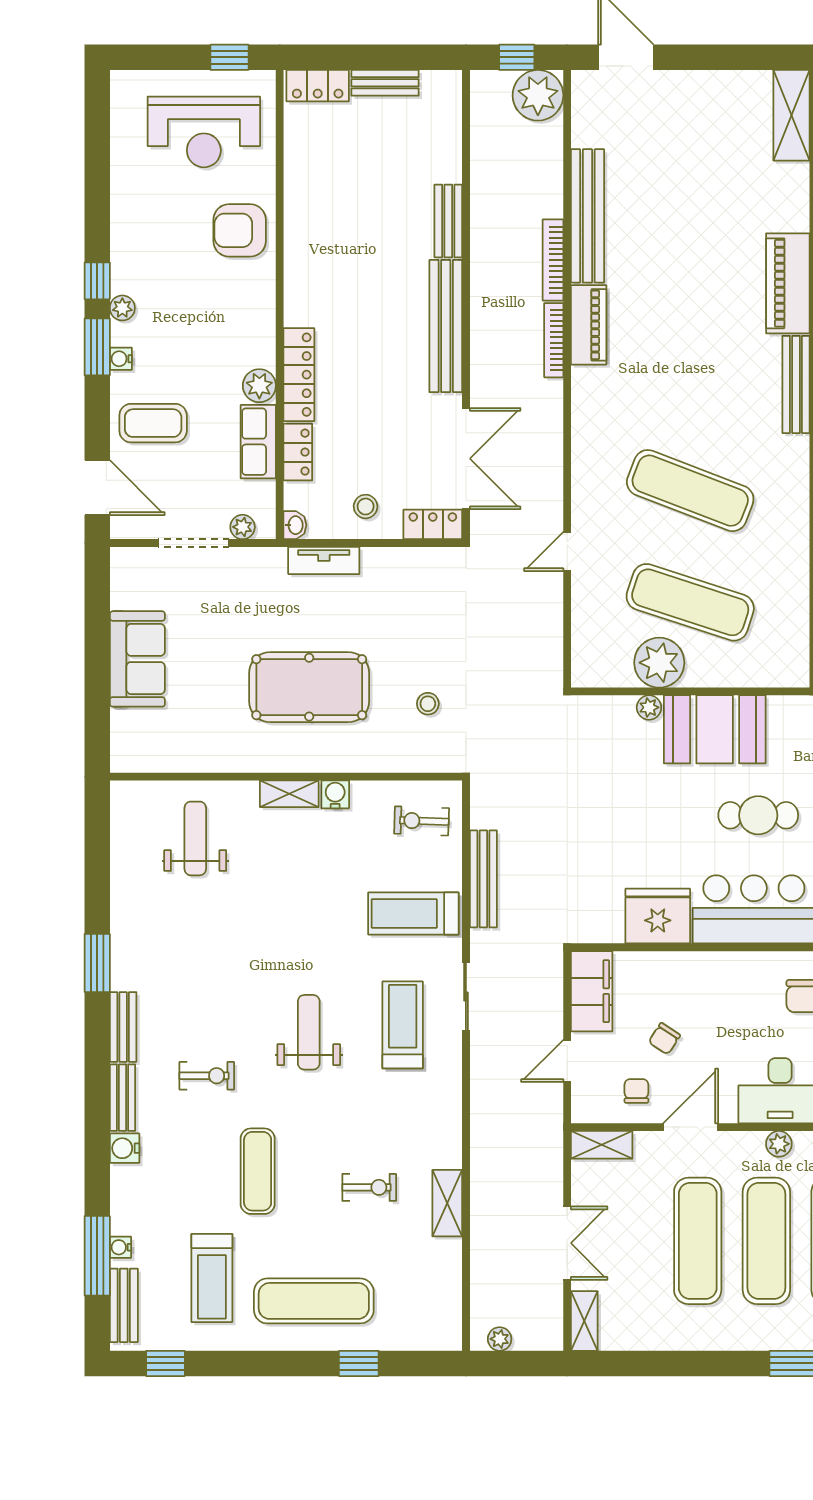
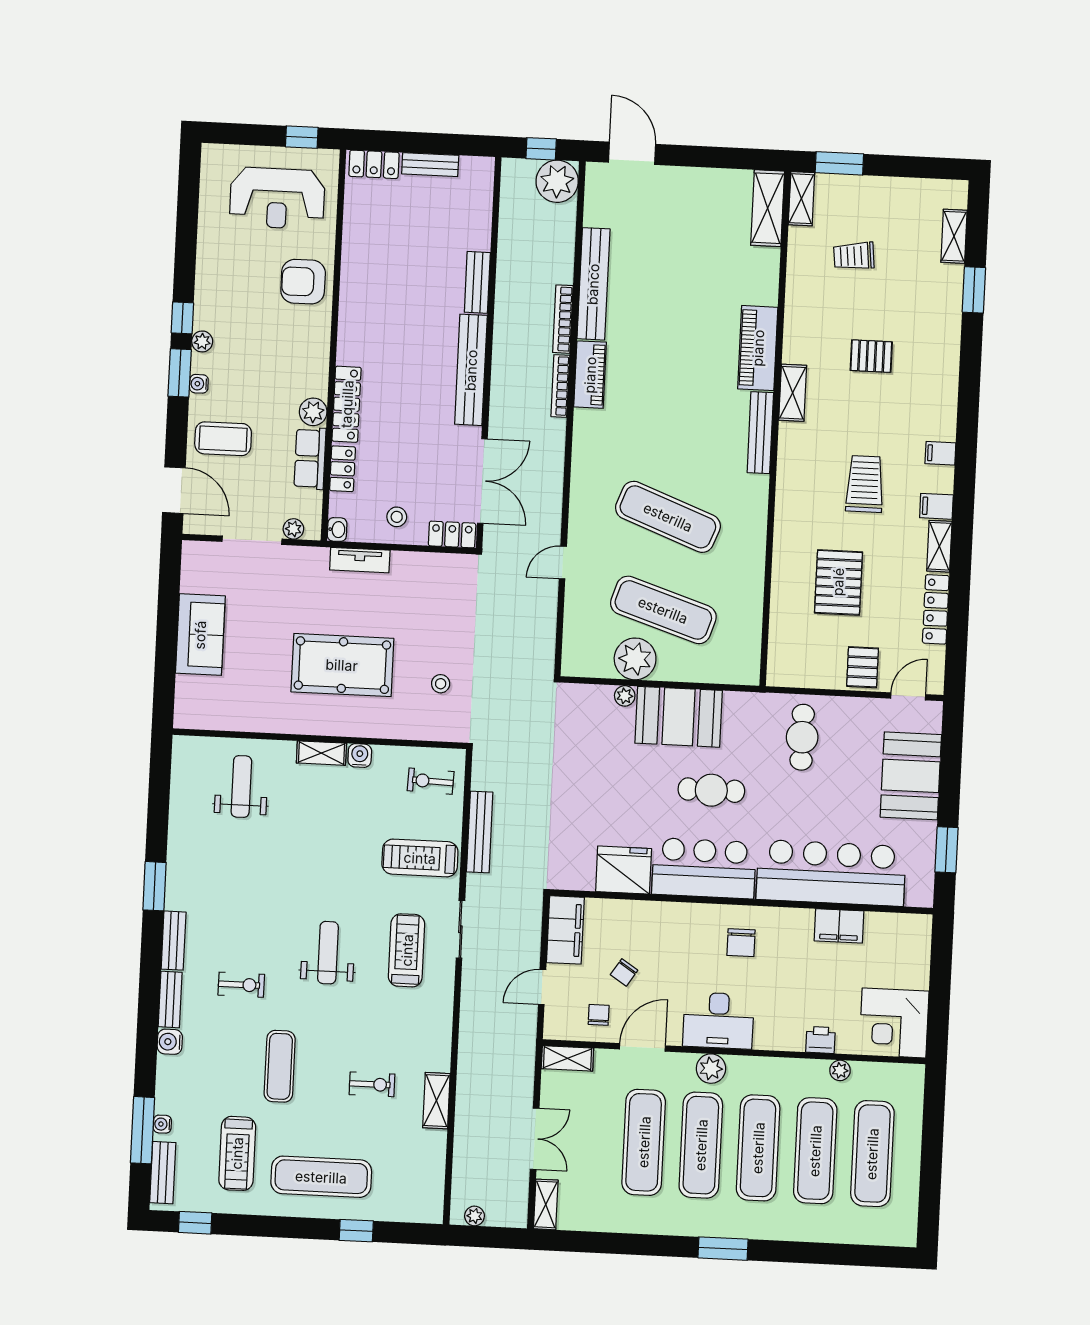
plant: (779, 1144) -> (711, 1069), width x1.38, depth x1.38

